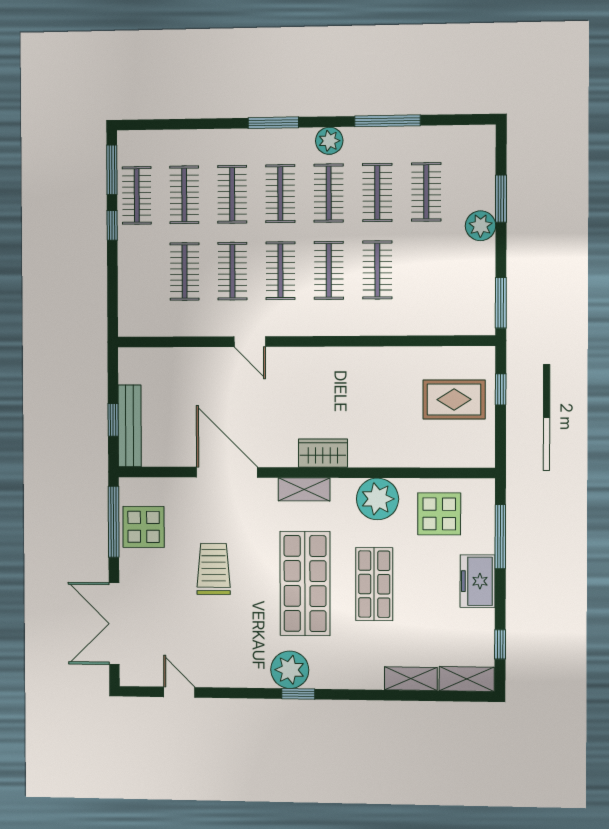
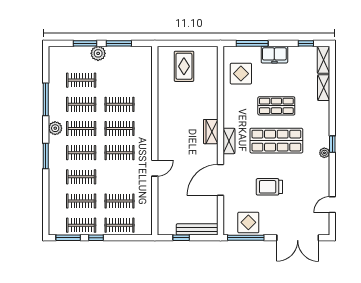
clothes rail: (232, 271) -> (120, 225), moved
window: (501, 303) -> (119, 43), moved
window: (501, 389) -> (179, 43), removed
window: (113, 420) -> (181, 238), moved
plant: (377, 499) -> (234, 104), removed
plant: (290, 670) -> (324, 153), width x0.53, depth x0.53

